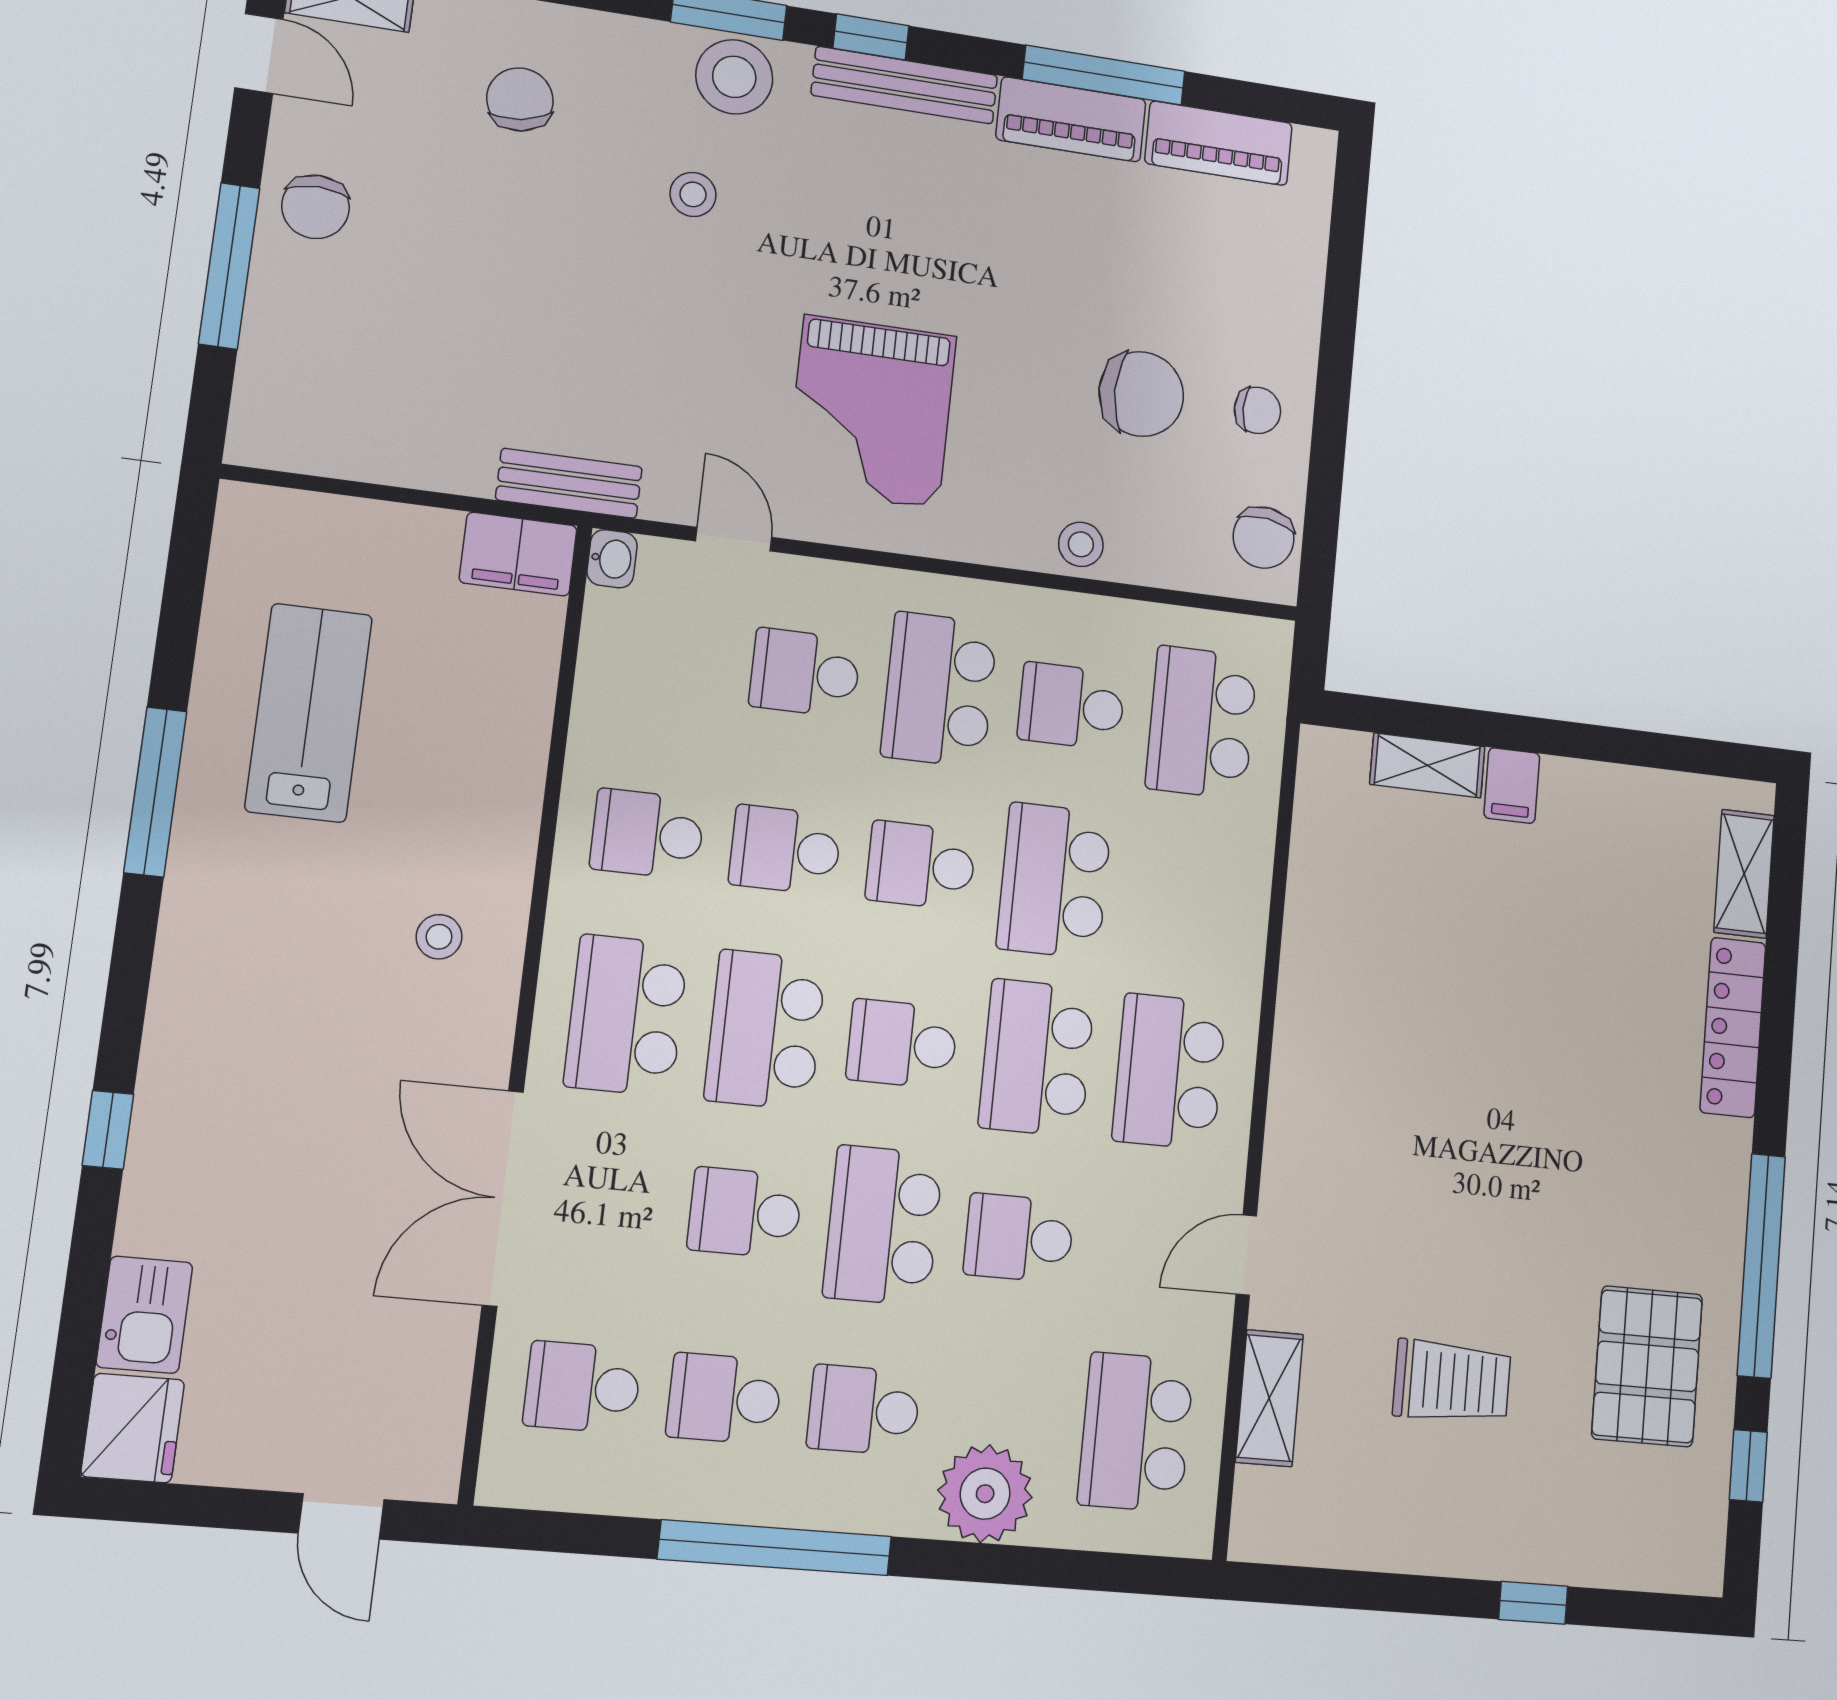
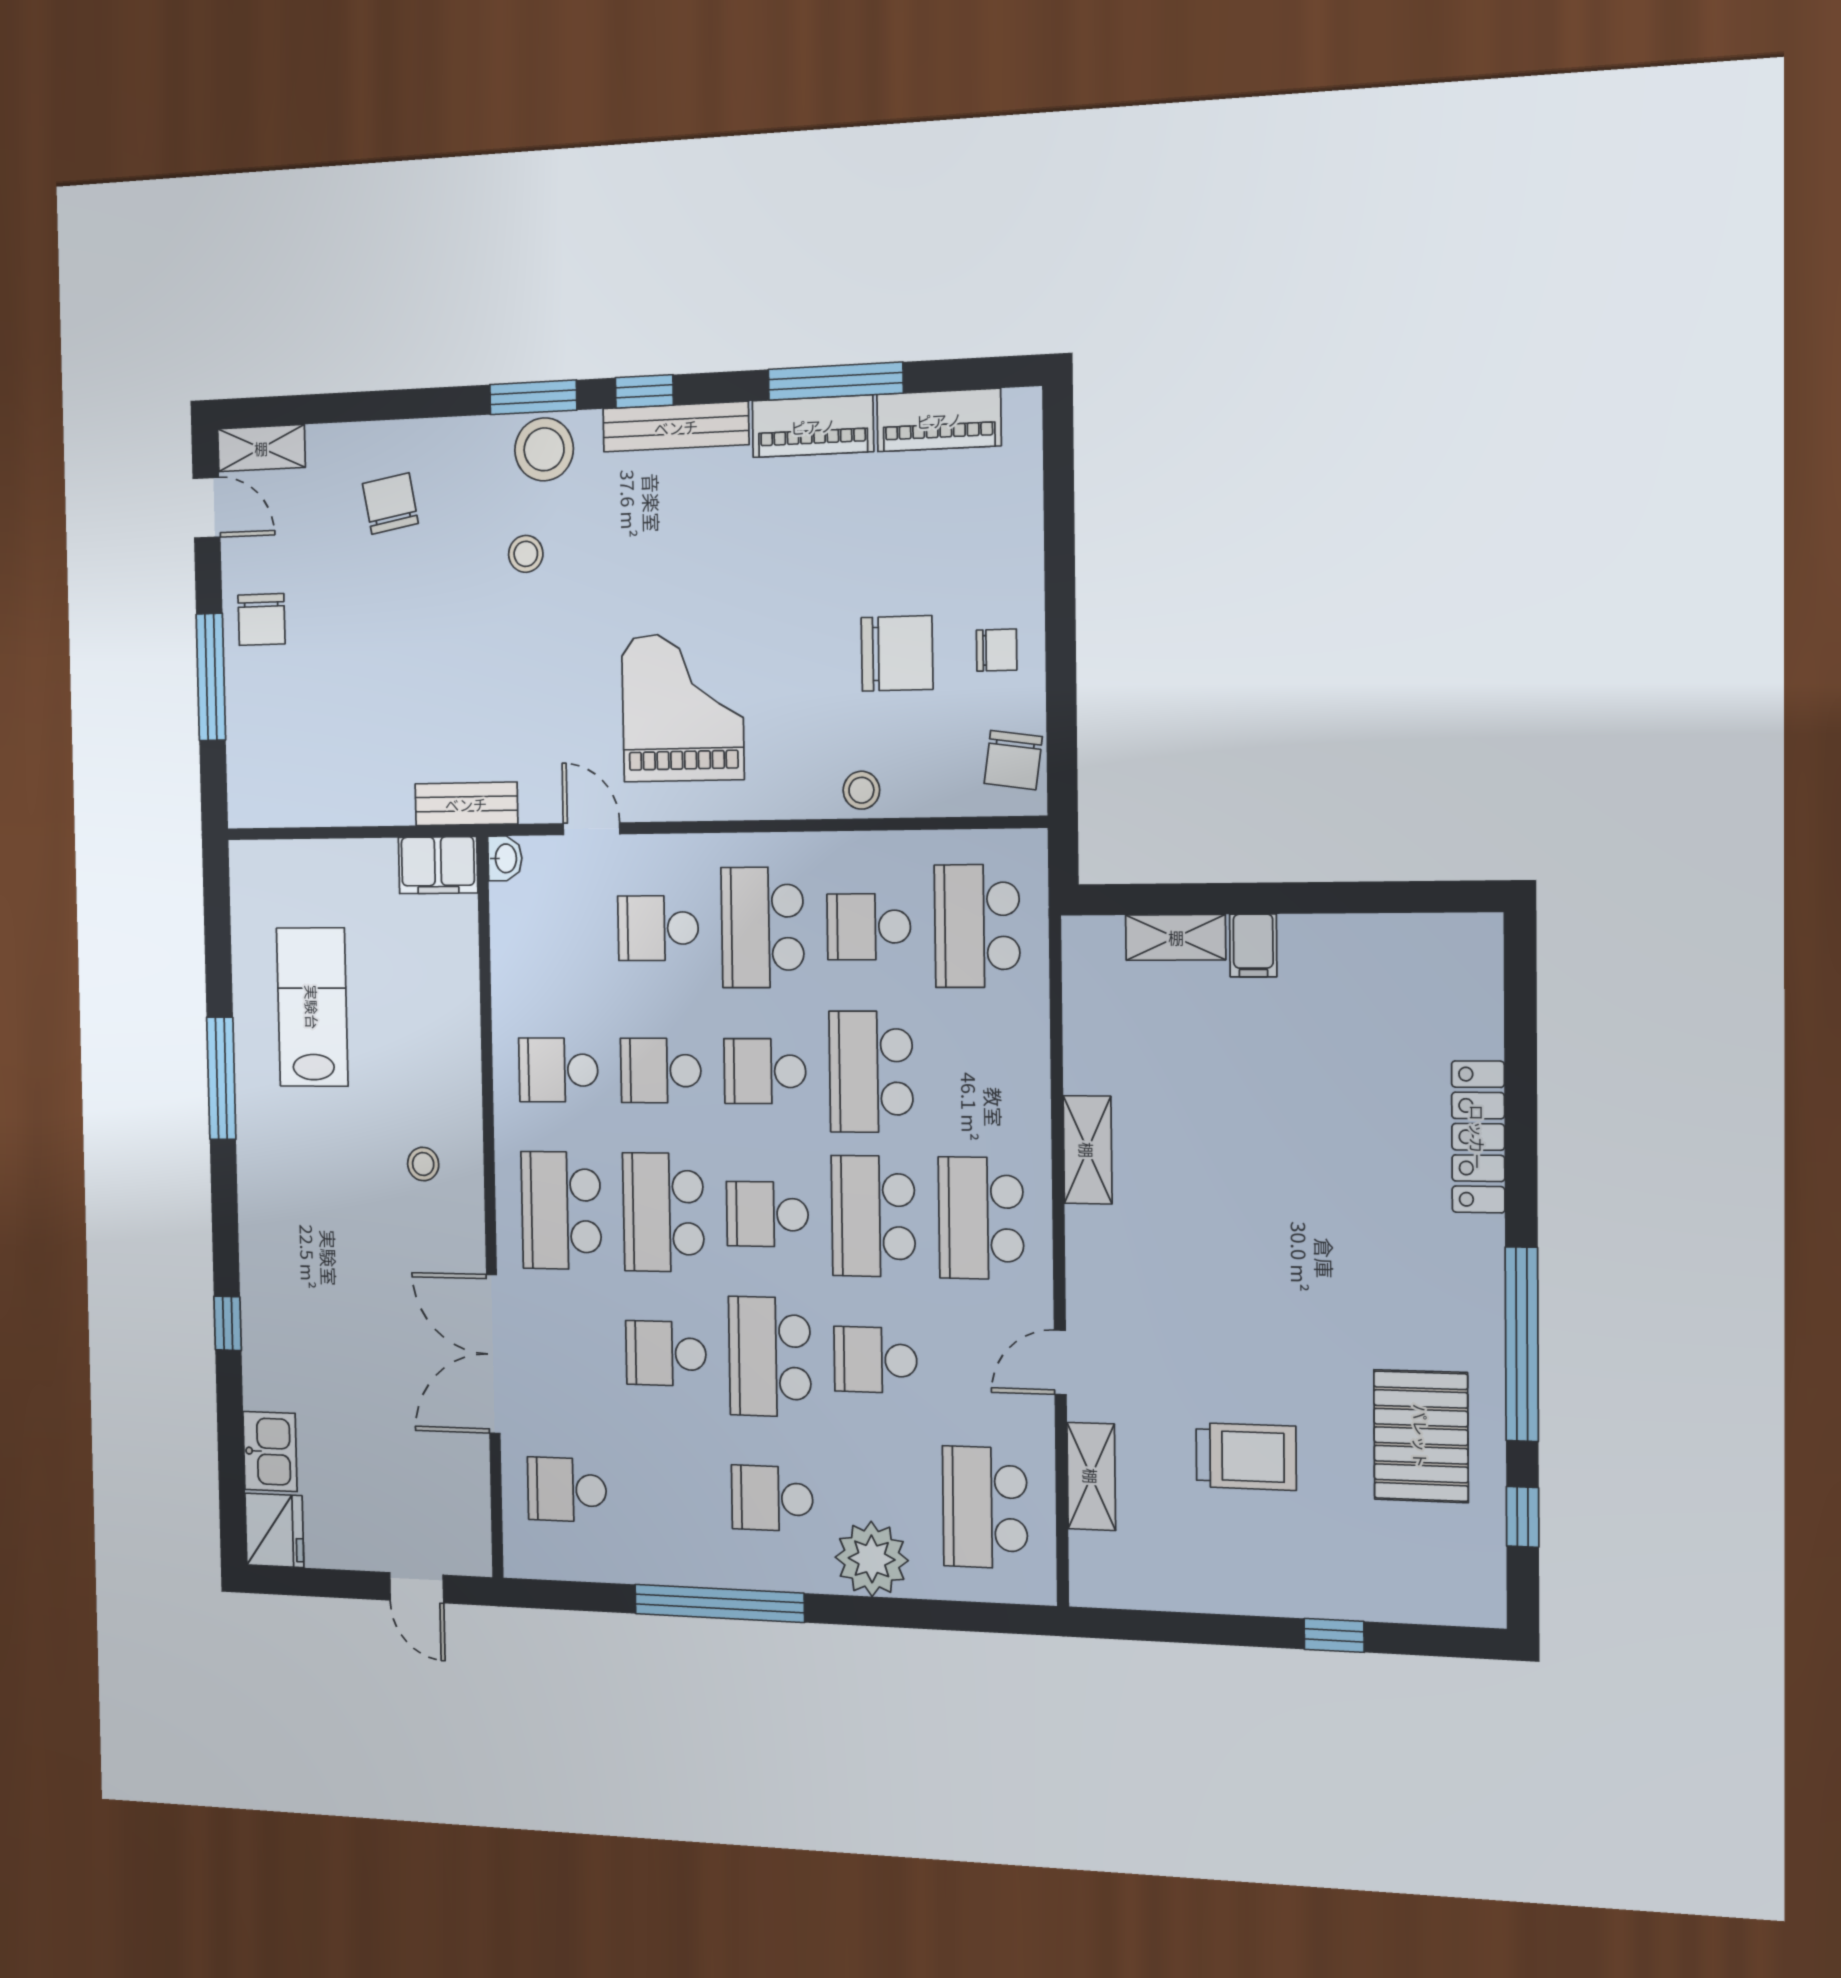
grand piano: (871, 412) -> (683, 707), turned 180
shelving: (1744, 874) -> (1087, 1150), moved
school desk: (724, 1399) -> (669, 1494), removed

